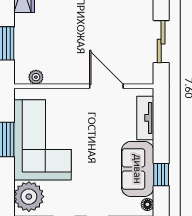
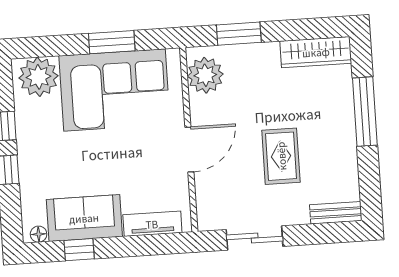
rug: (101, 18) -> (281, 156), added
plant: (36, 77) -> (205, 75), width x1.88, depth x1.88
door: (106, 86) -> (189, 149), moved

